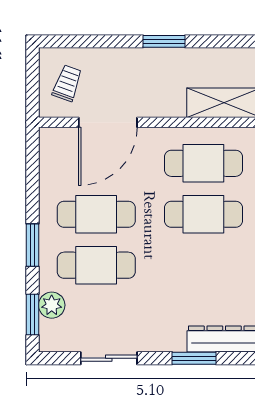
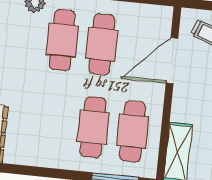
door: (108, 122) -> (172, 61), hinge flipped

